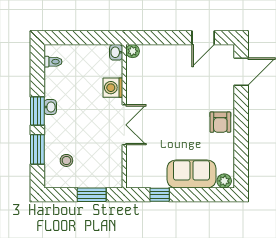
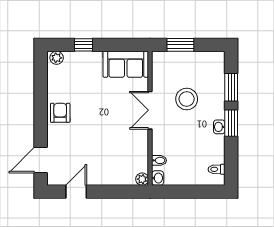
bidet: (115, 71) -> (159, 160), added
washing machine: (113, 88) -> (161, 145), removed
stool: (66, 160) -> (187, 99), moved, width x1.89, depth x1.89
sofa: (191, 174) -> (126, 64), moved
window: (160, 195) -> (83, 45), moved

